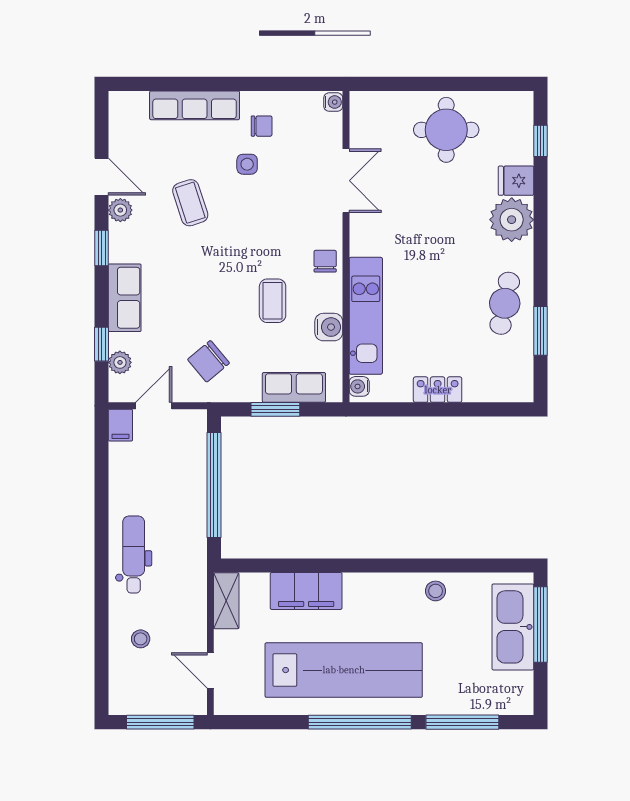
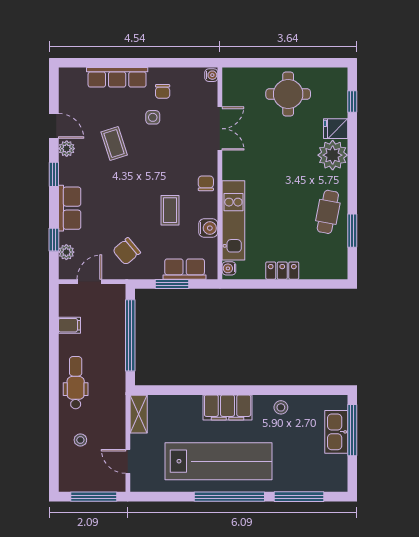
chair: (262, 126) -> (163, 91), turned 90
filing cabinet: (120, 425) -> (69, 325), moved, turned -90
filing cabinet: (306, 591) -> (228, 407), moved
kitchen sink: (513, 627) -> (336, 432), width x0.73, depth x0.81

